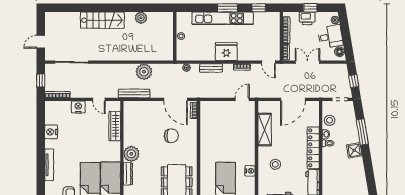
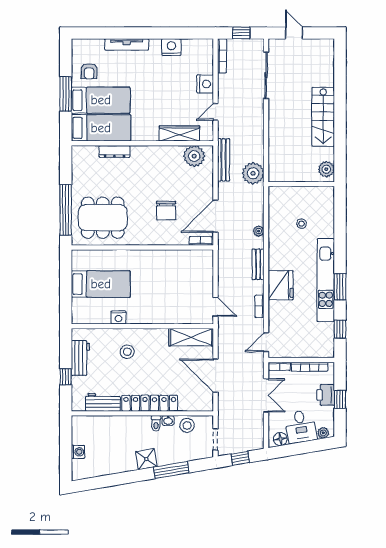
wall: (175, 36) -> (301, 184), moved
shelving: (265, 130) -> (191, 337), moved
plant: (131, 154) -> (194, 156), moved

